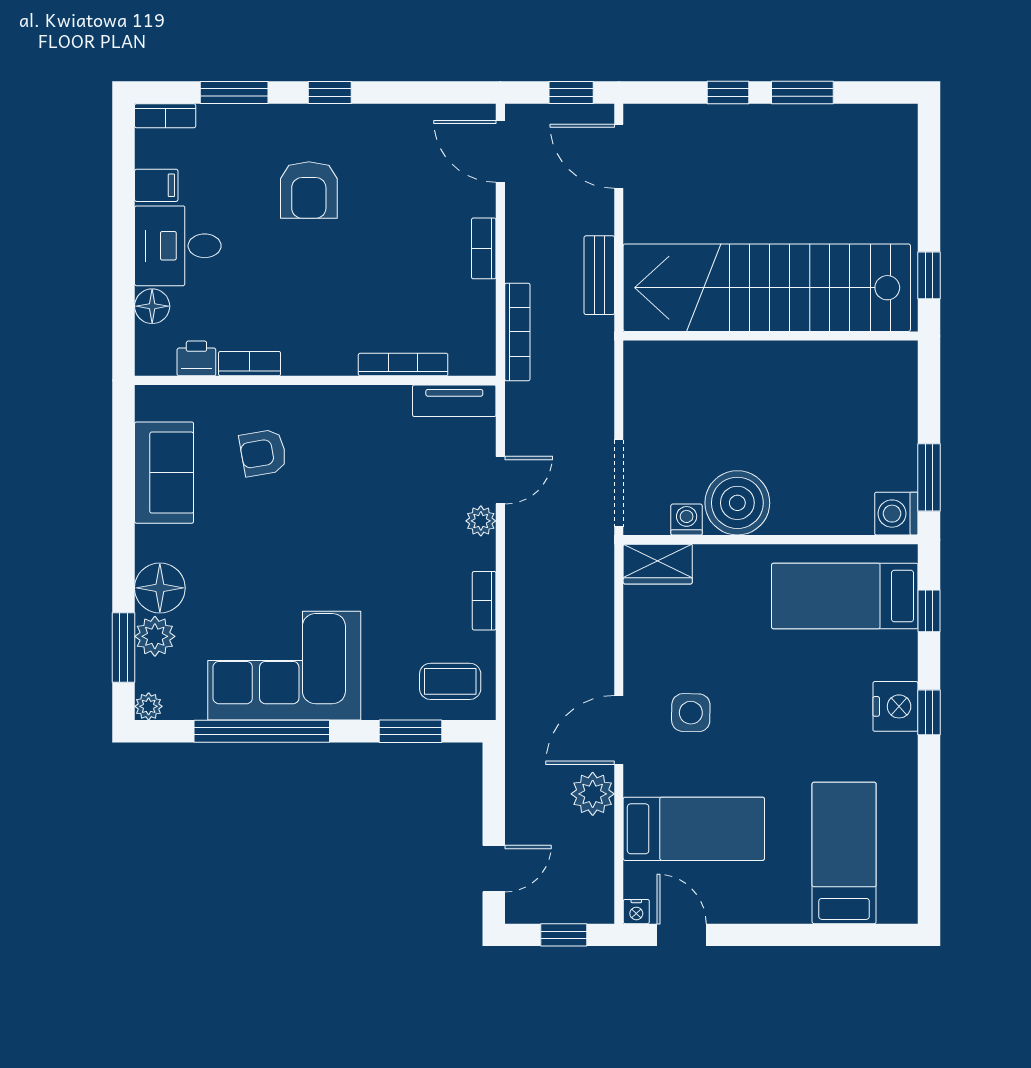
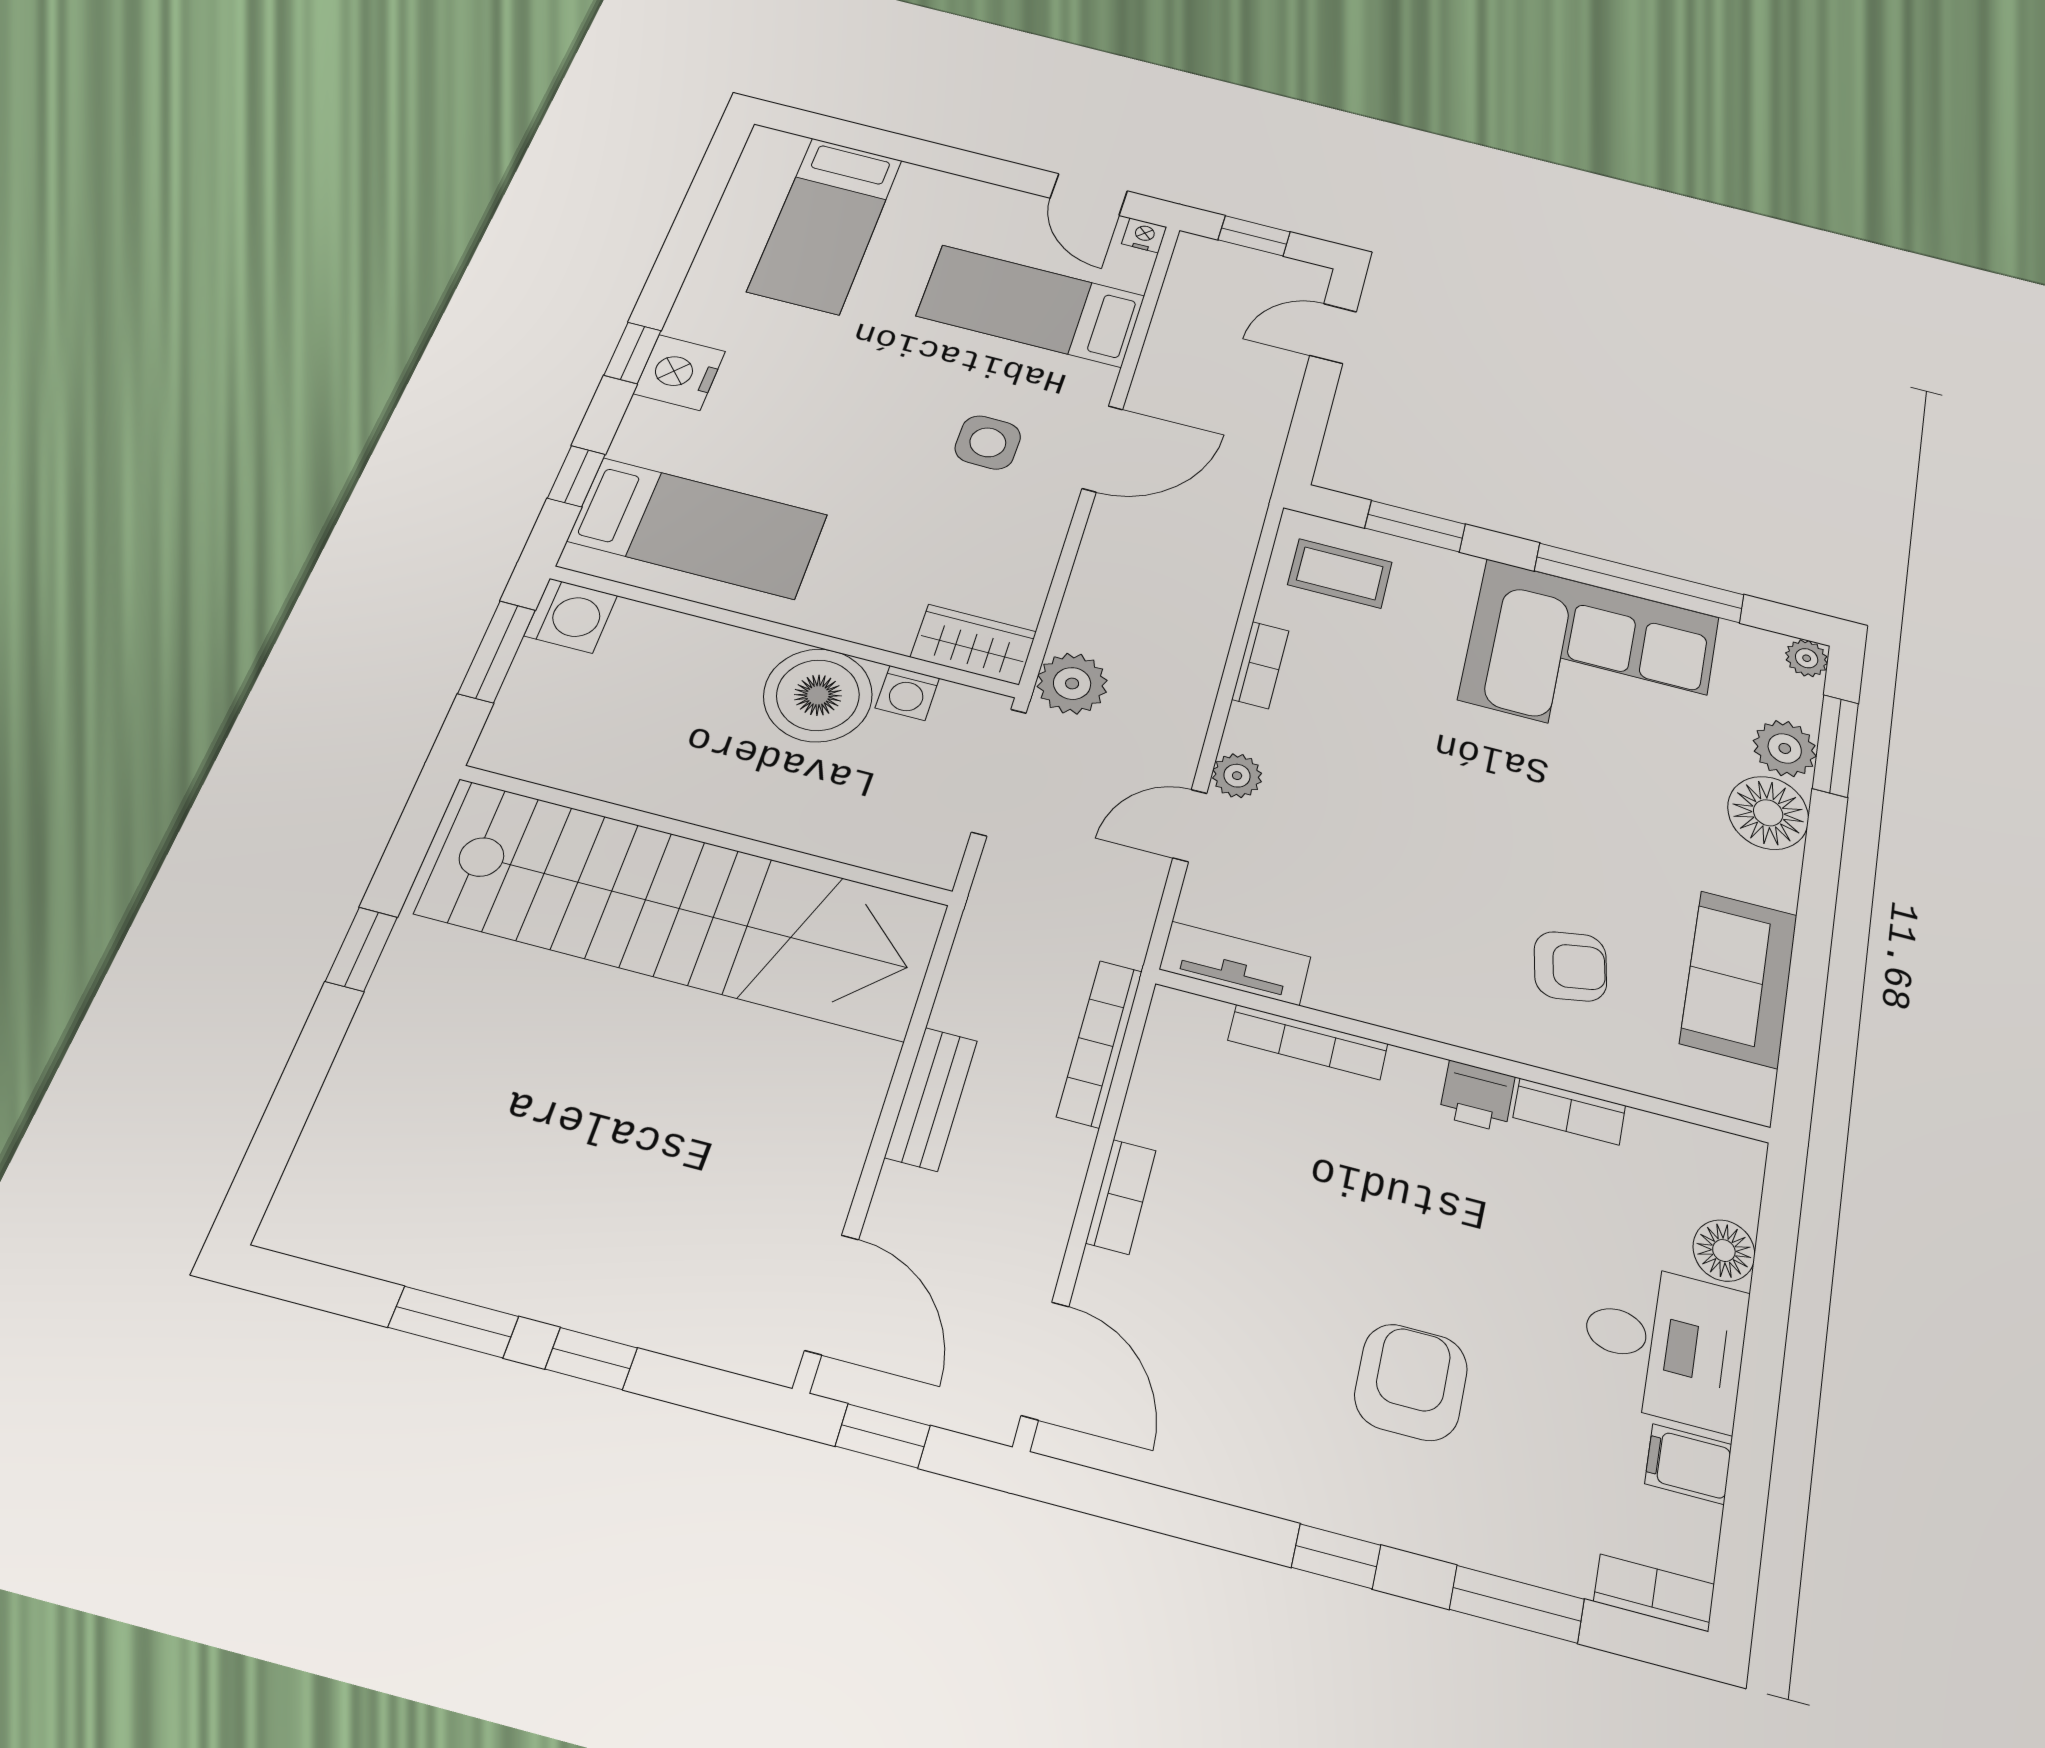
stairs: (767, 288) -> (684, 910), moved
wall: (771, 336) -> (706, 835), moved
printer: (196, 358) -> (1477, 1096), moved
plant: (593, 794) -> (1072, 683), moved

